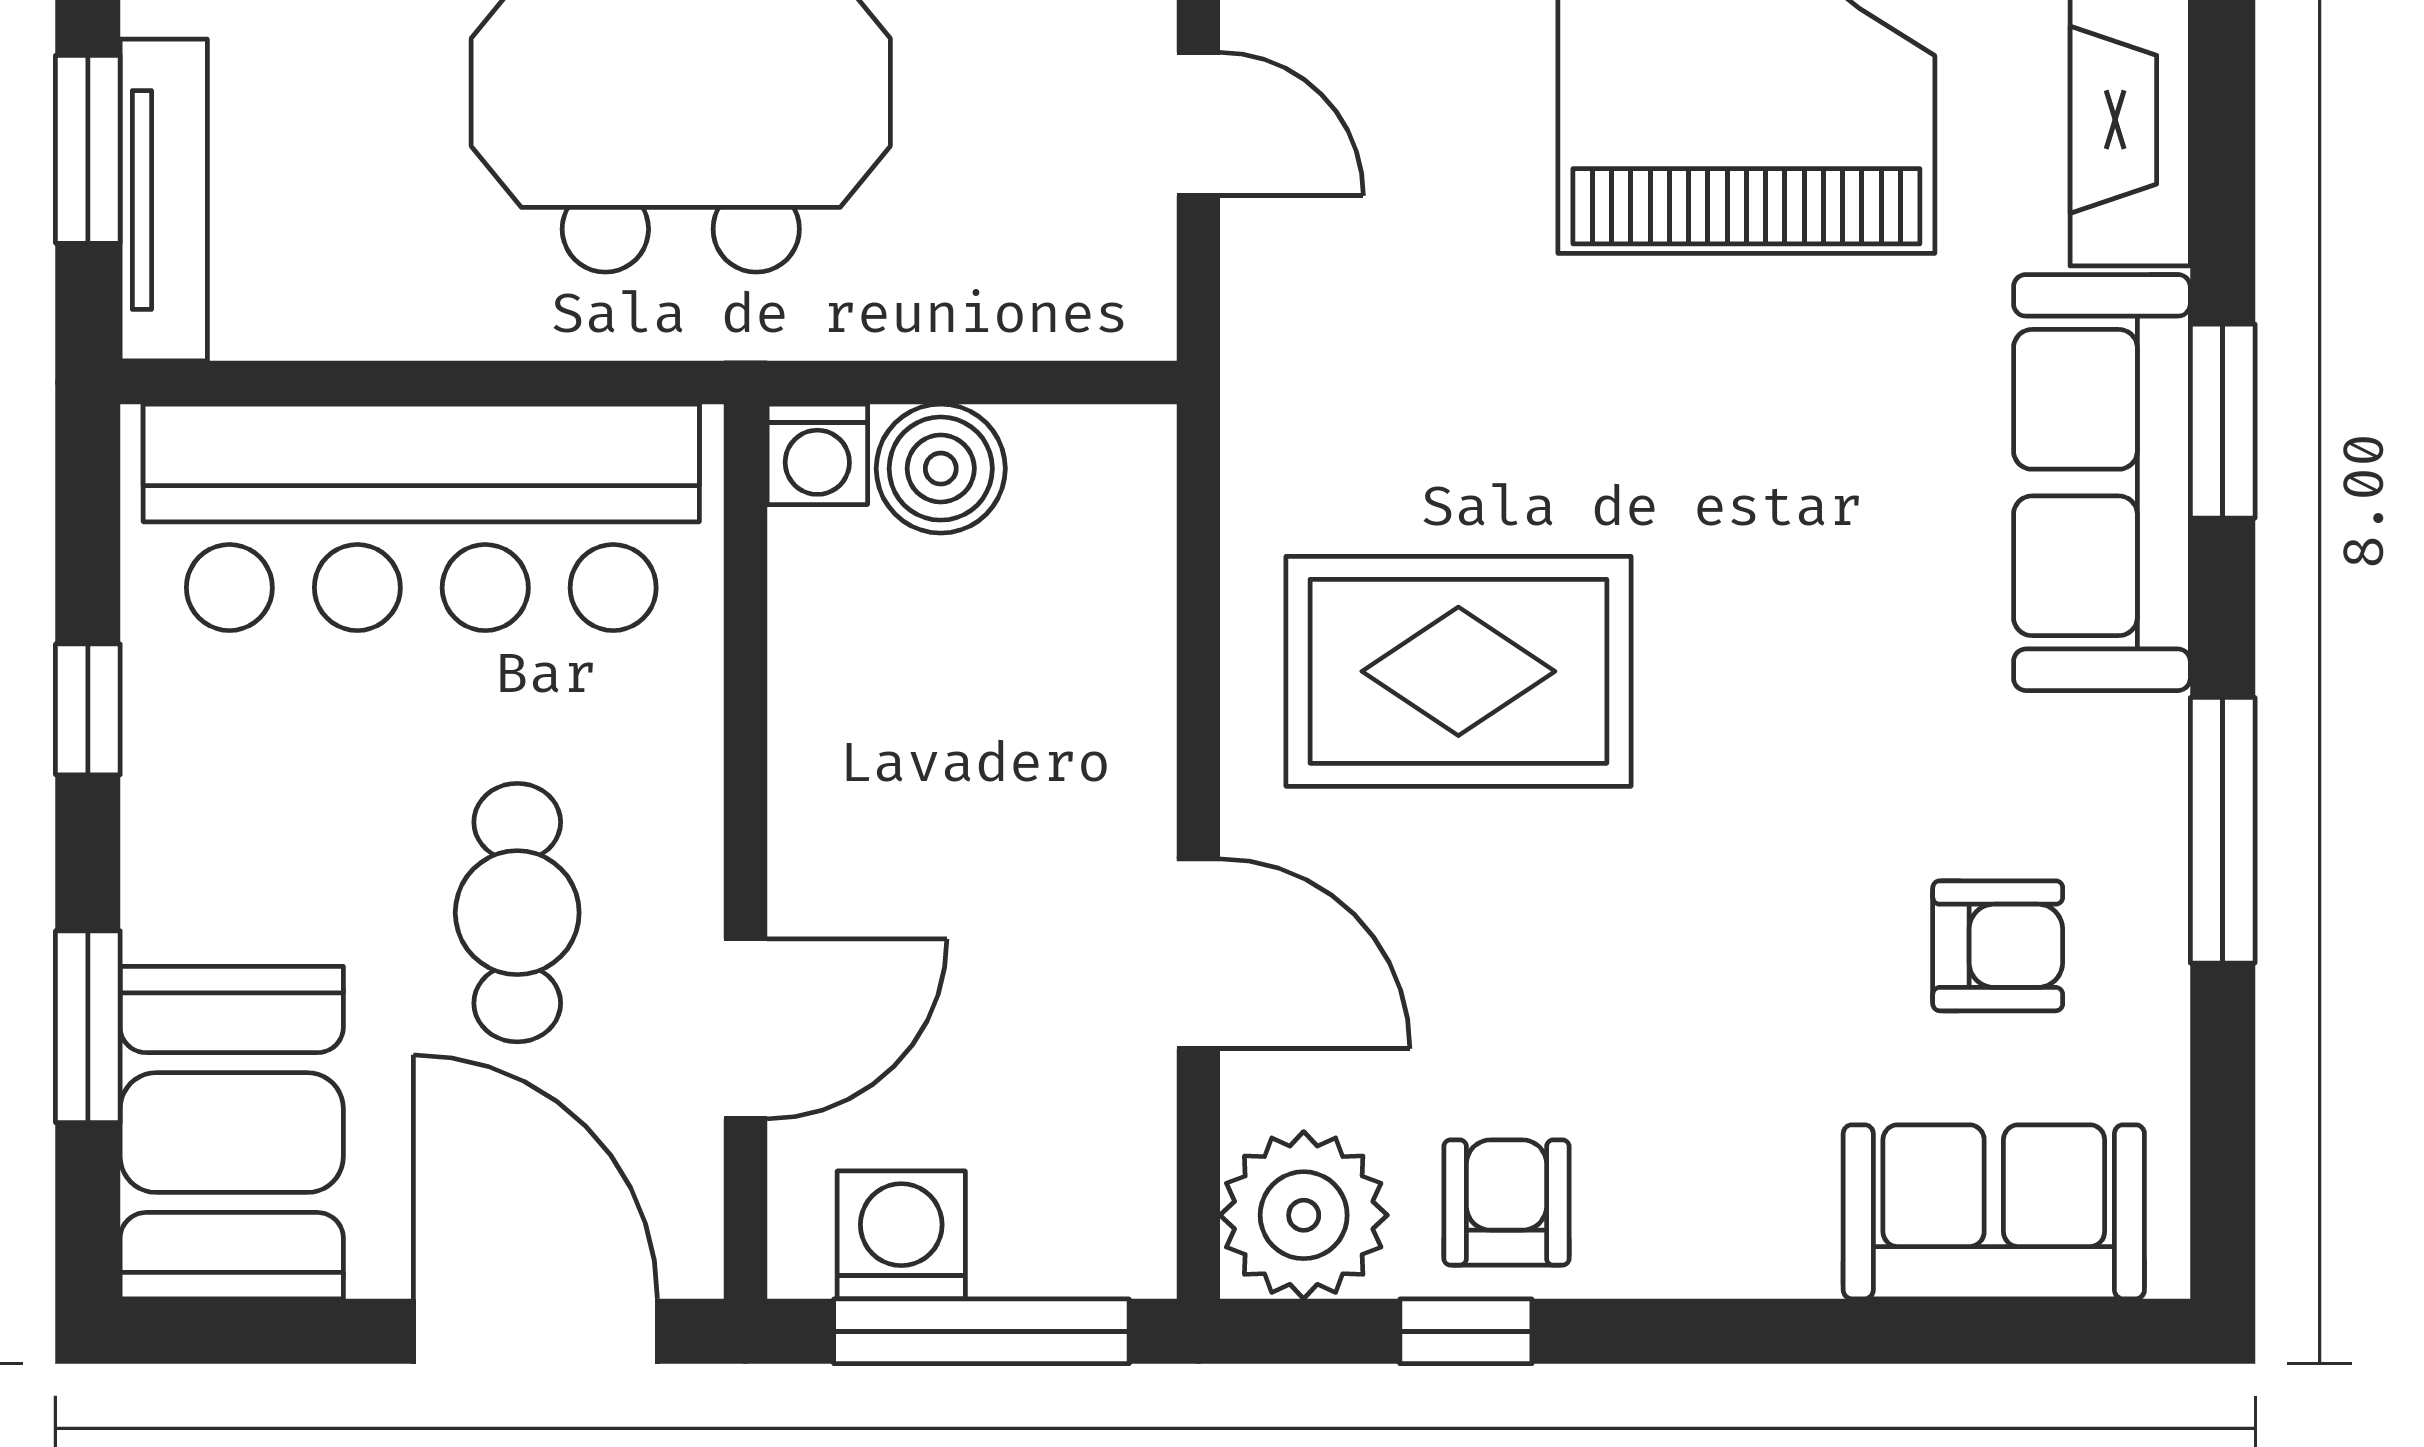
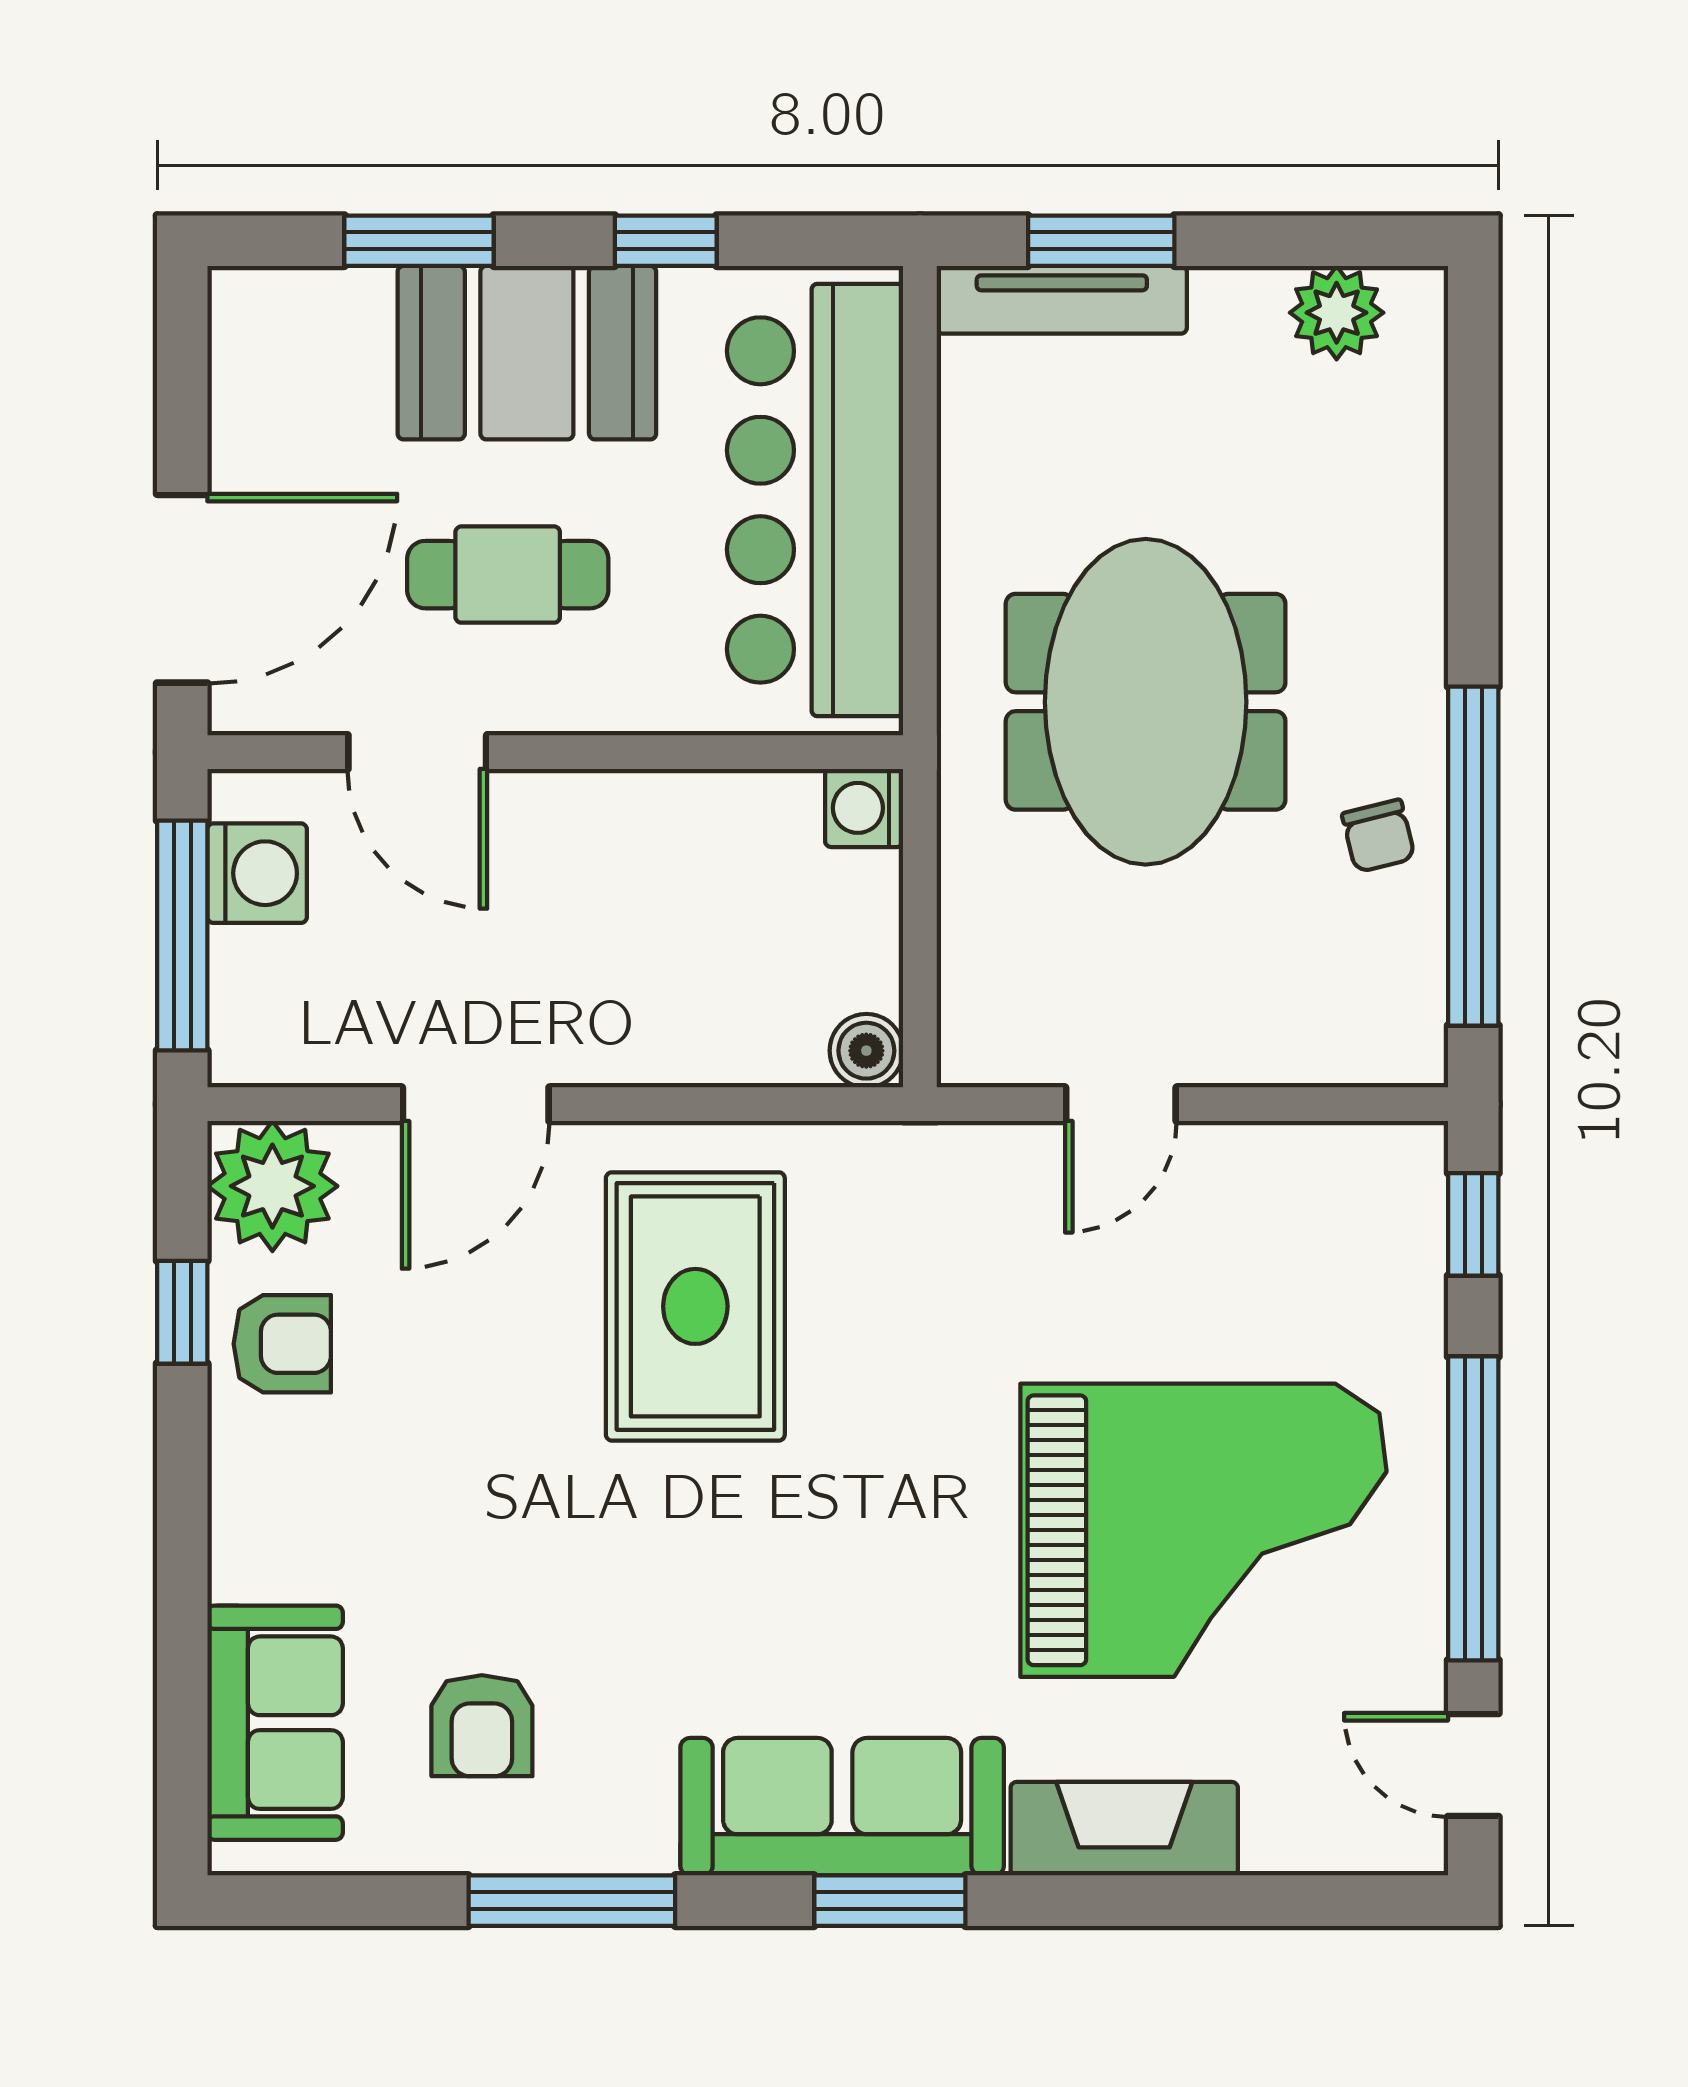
boiler: (941, 469) -> (866, 1051), moved, width x0.73, depth x0.73
booth: (232, 1133) -> (527, 353), moved

